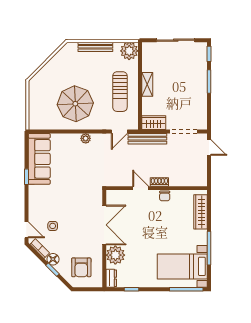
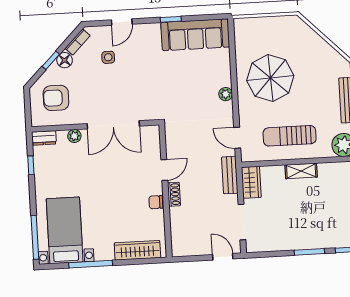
bench: (147, 139) -> (230, 175), width x0.73
door: (209, 147) -> (223, 257), swing flipped
door: (26, 230) -> (122, 22), moved
plant: (115, 255) -> (74, 136), width x0.53, depth x0.53

